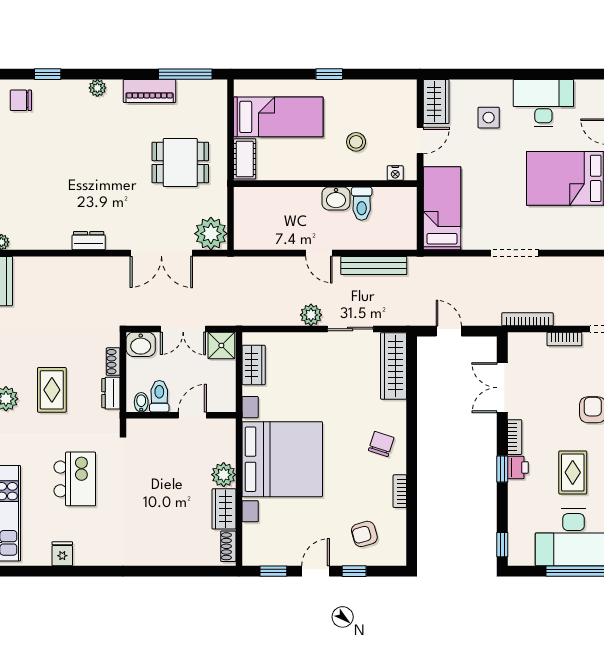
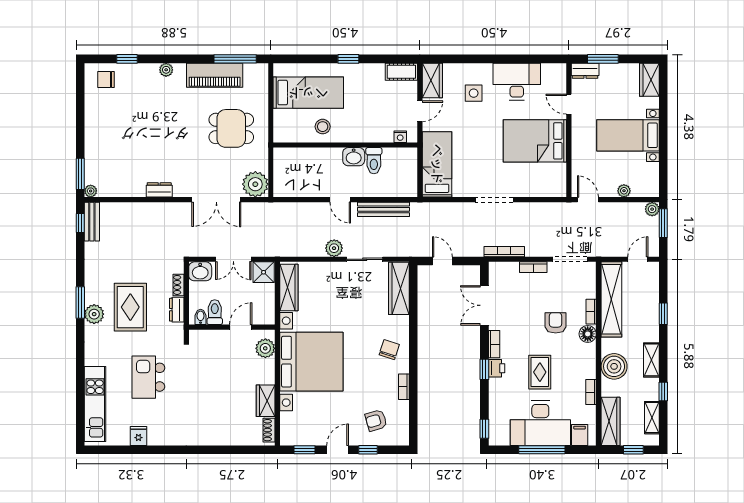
piano: (150, 91) -> (215, 75), width x1.37, depth x1.33
stool: (356, 142) -> (323, 127), moved
cot: (245, 159) -> (401, 72), moved, turned 90
wardrobe: (254, 365) -> (289, 288), width x1.50
rug: (52, 390) -> (130, 307), width x1.36, depth x1.43
plant: (224, 475) -> (265, 348), moved
kitchen island: (75, 479) -> (148, 377), turned 180

